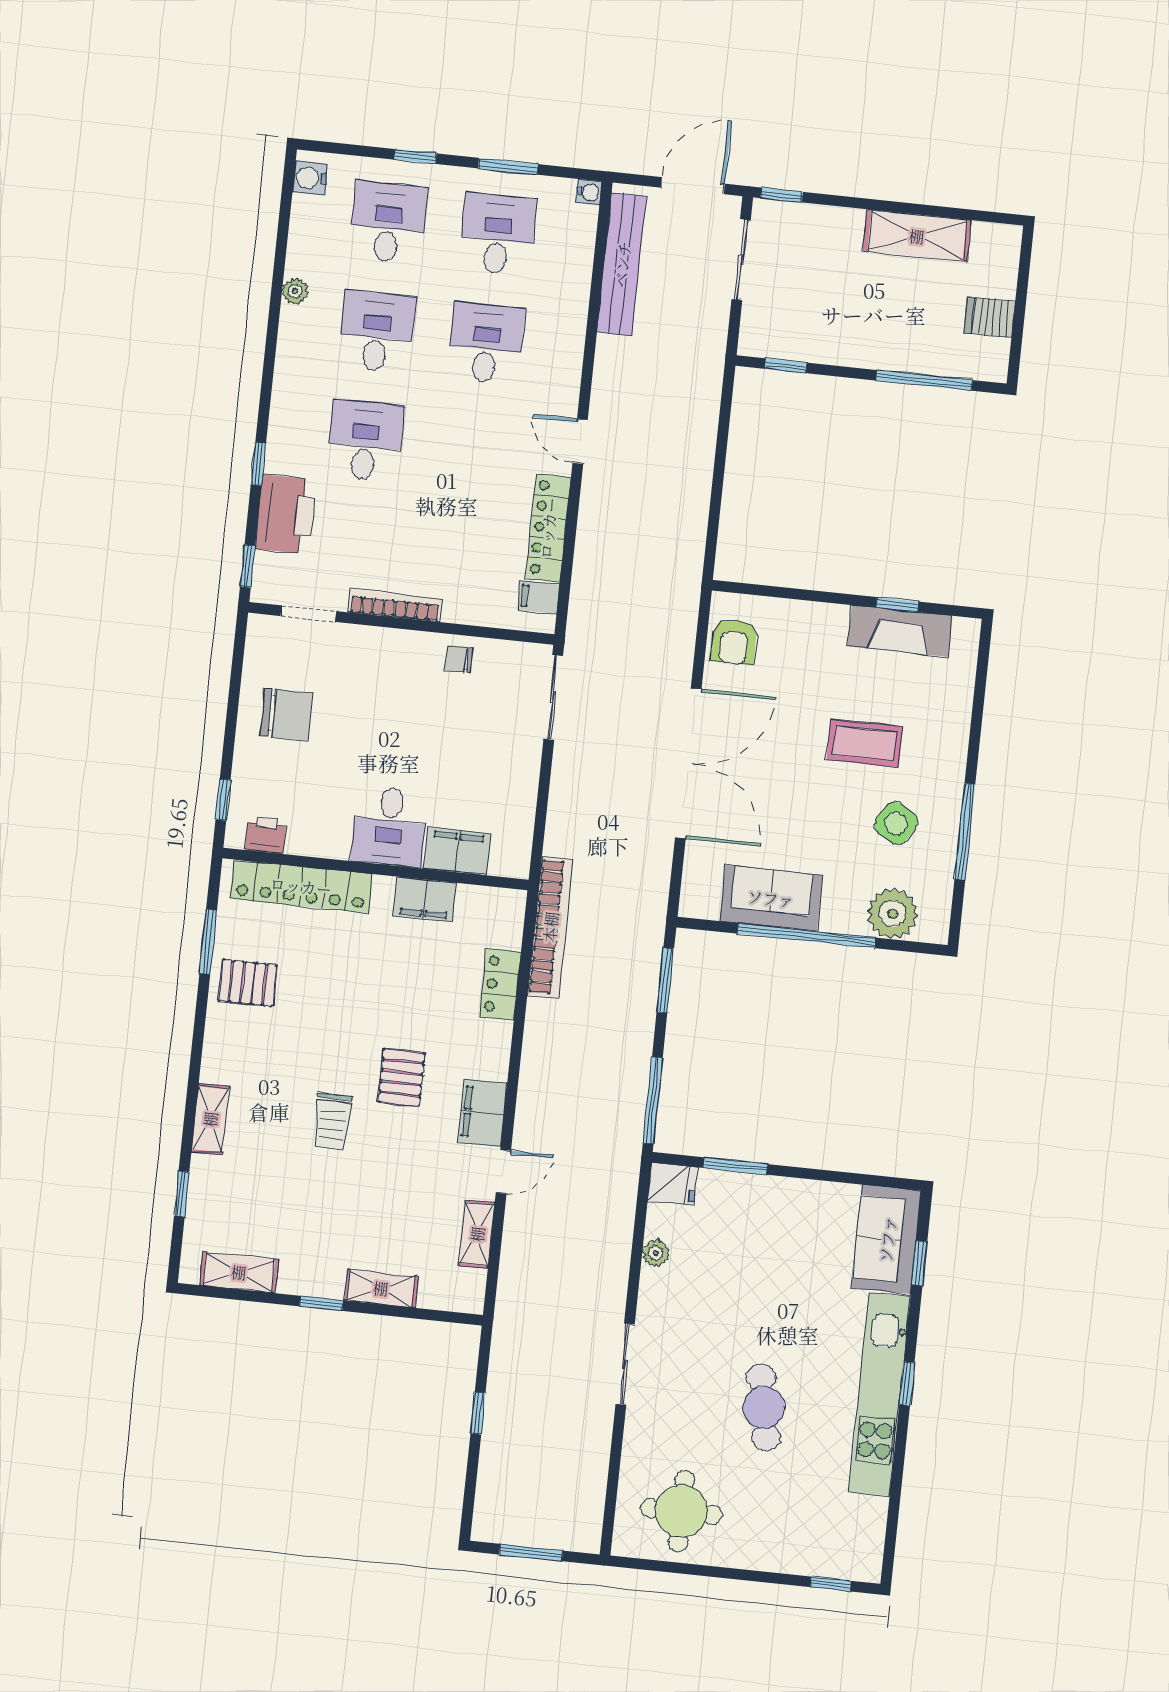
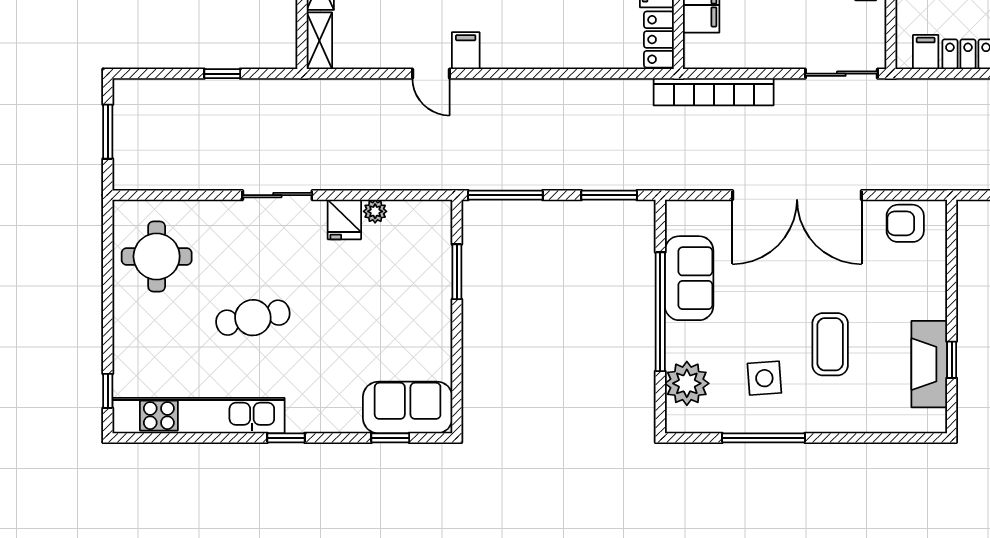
side table: (896, 823) -> (764, 378), turned -36
bookcase: (550, 927) -> (714, 92), moved
locker: (500, 984) -> (659, 40), moved, turned -90
filing cabinet: (483, 1113) -> (466, 51), width x0.50
fridge: (672, 1184) -> (344, 219), moved
shelving: (477, 1234) -> (319, 41), moved, turned 90
kitchen unit: (880, 1394) -> (198, 416), moved

